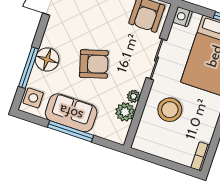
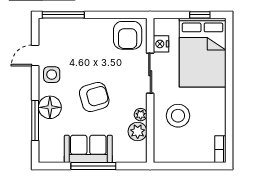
nightstand: (182, 17) -> (161, 44), moved
side table: (33, 98) -> (52, 75), moved

